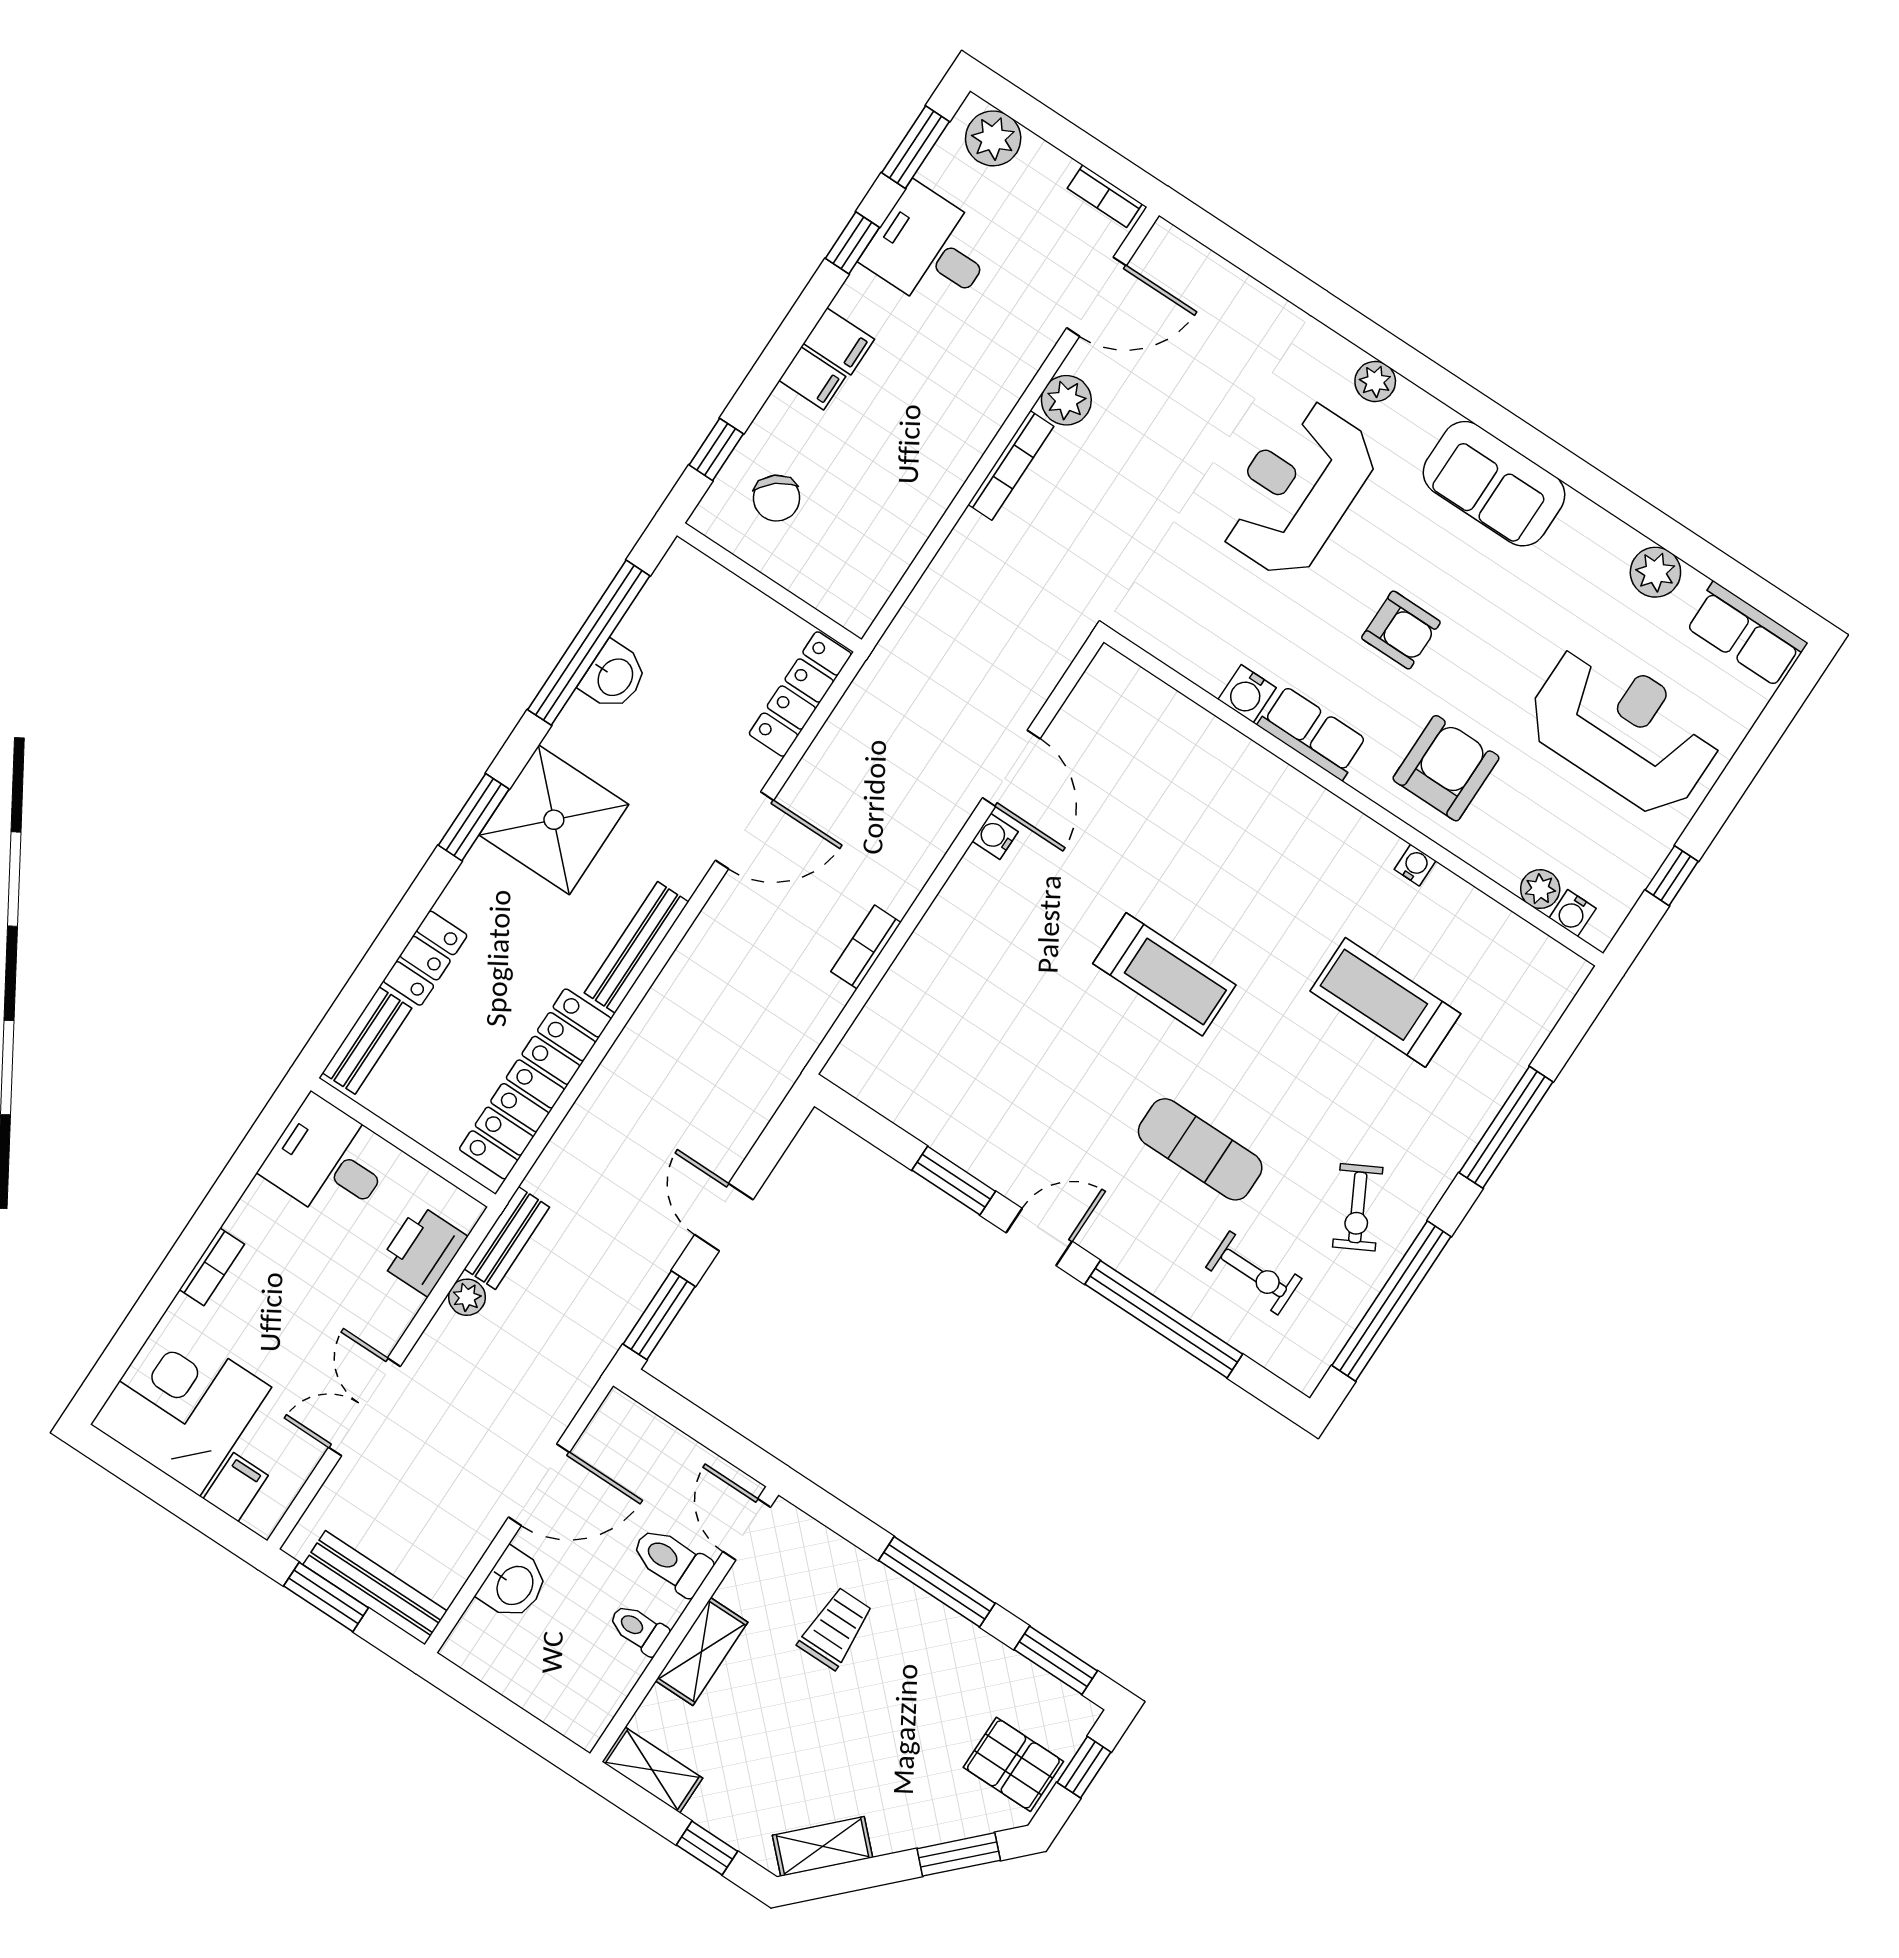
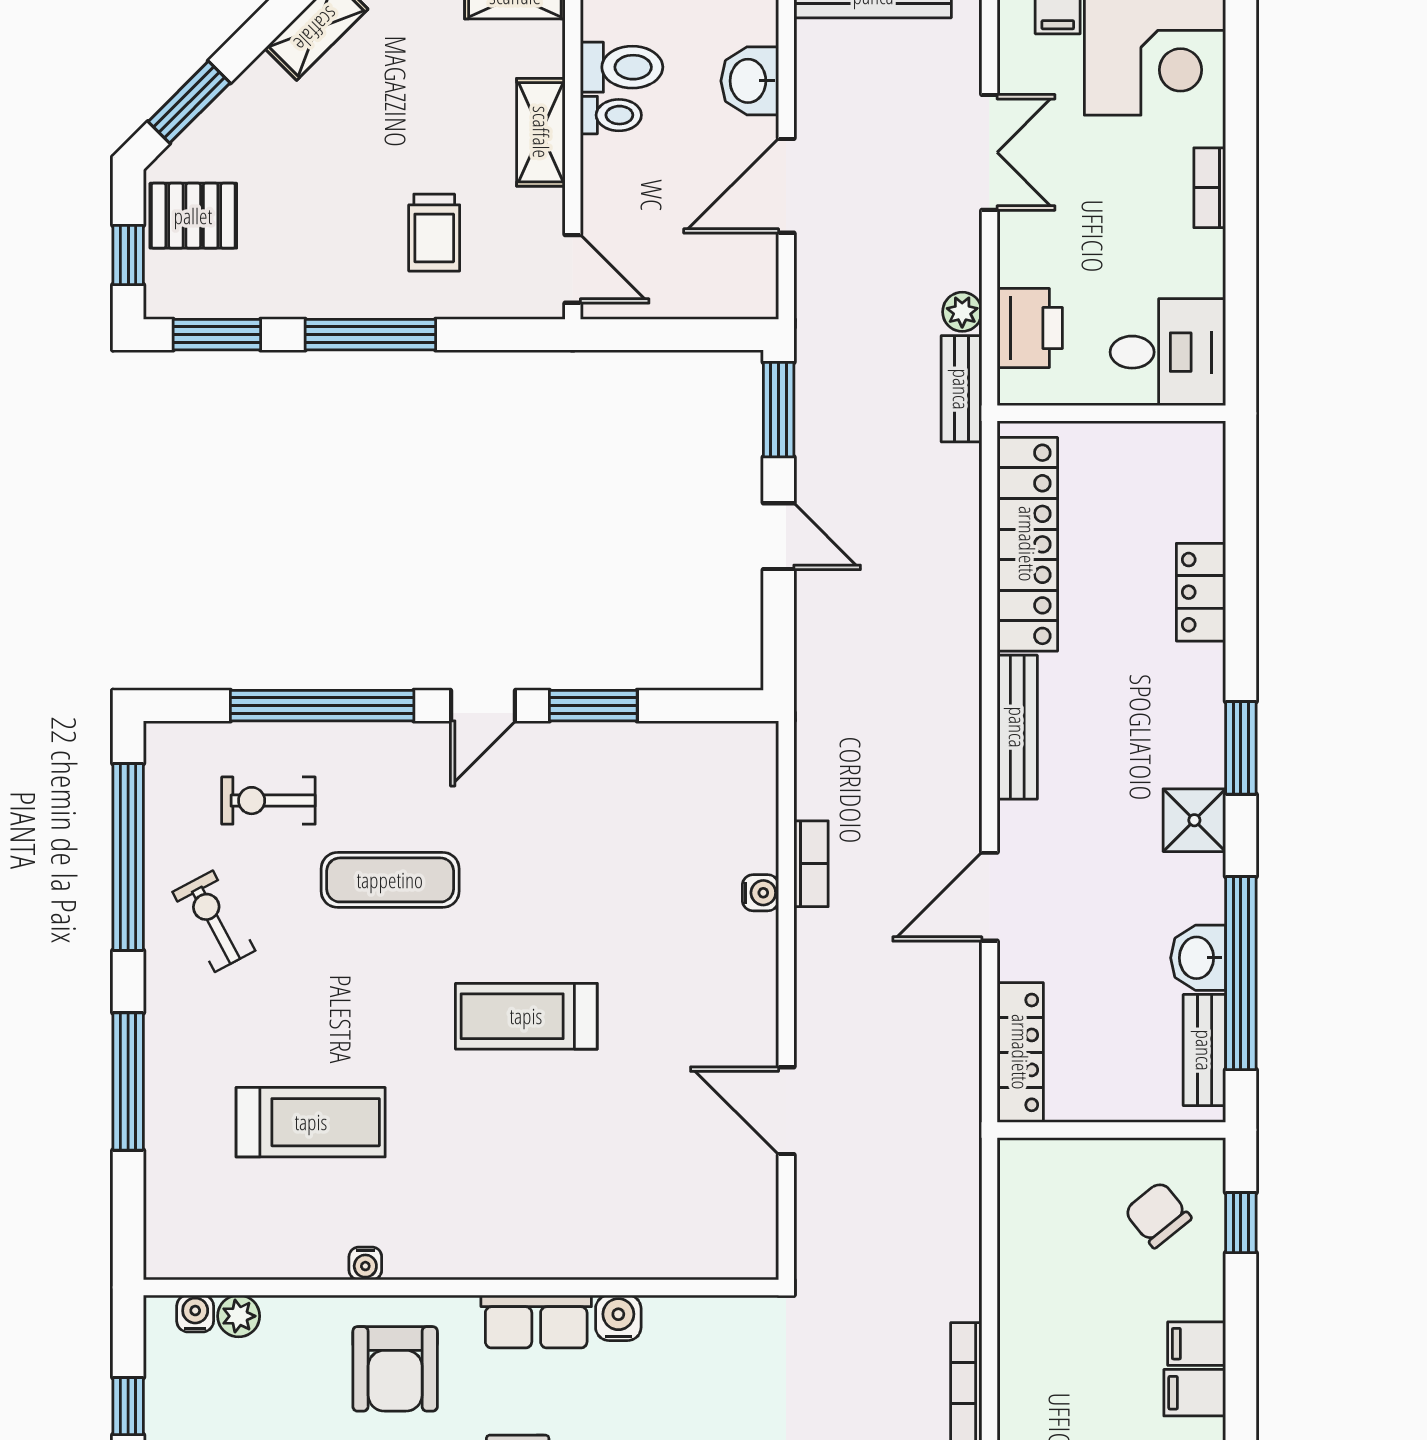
shower: (554, 820) -> (1194, 820), width x0.54, depth x0.54
water cooler: (995, 836) -> (760, 893), moved
bench: (367, 1040) -> (1204, 1050), moved
toilet: (672, 1561) -> (622, 67), moved

